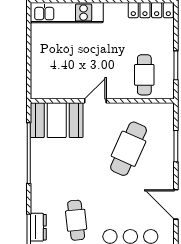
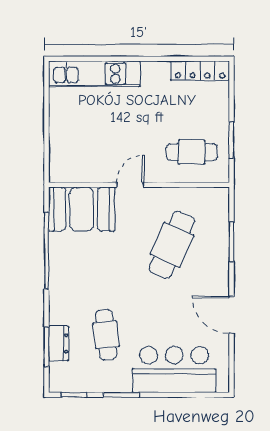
cafe table: (144, 75) -> (192, 152), turned 90

